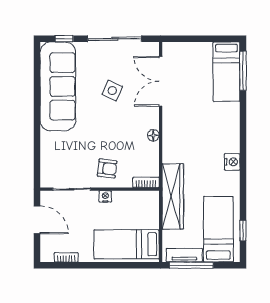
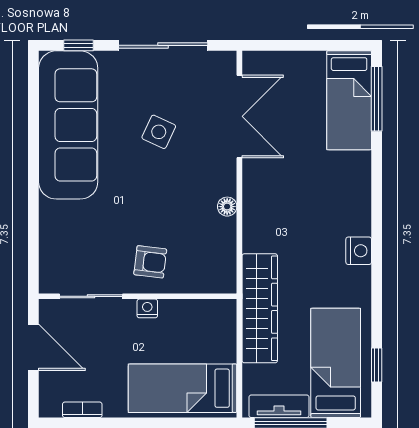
double door: (161, 81) -> (239, 116), swing flipped
bookcase: (146, 182) -> (215, 285), removed

